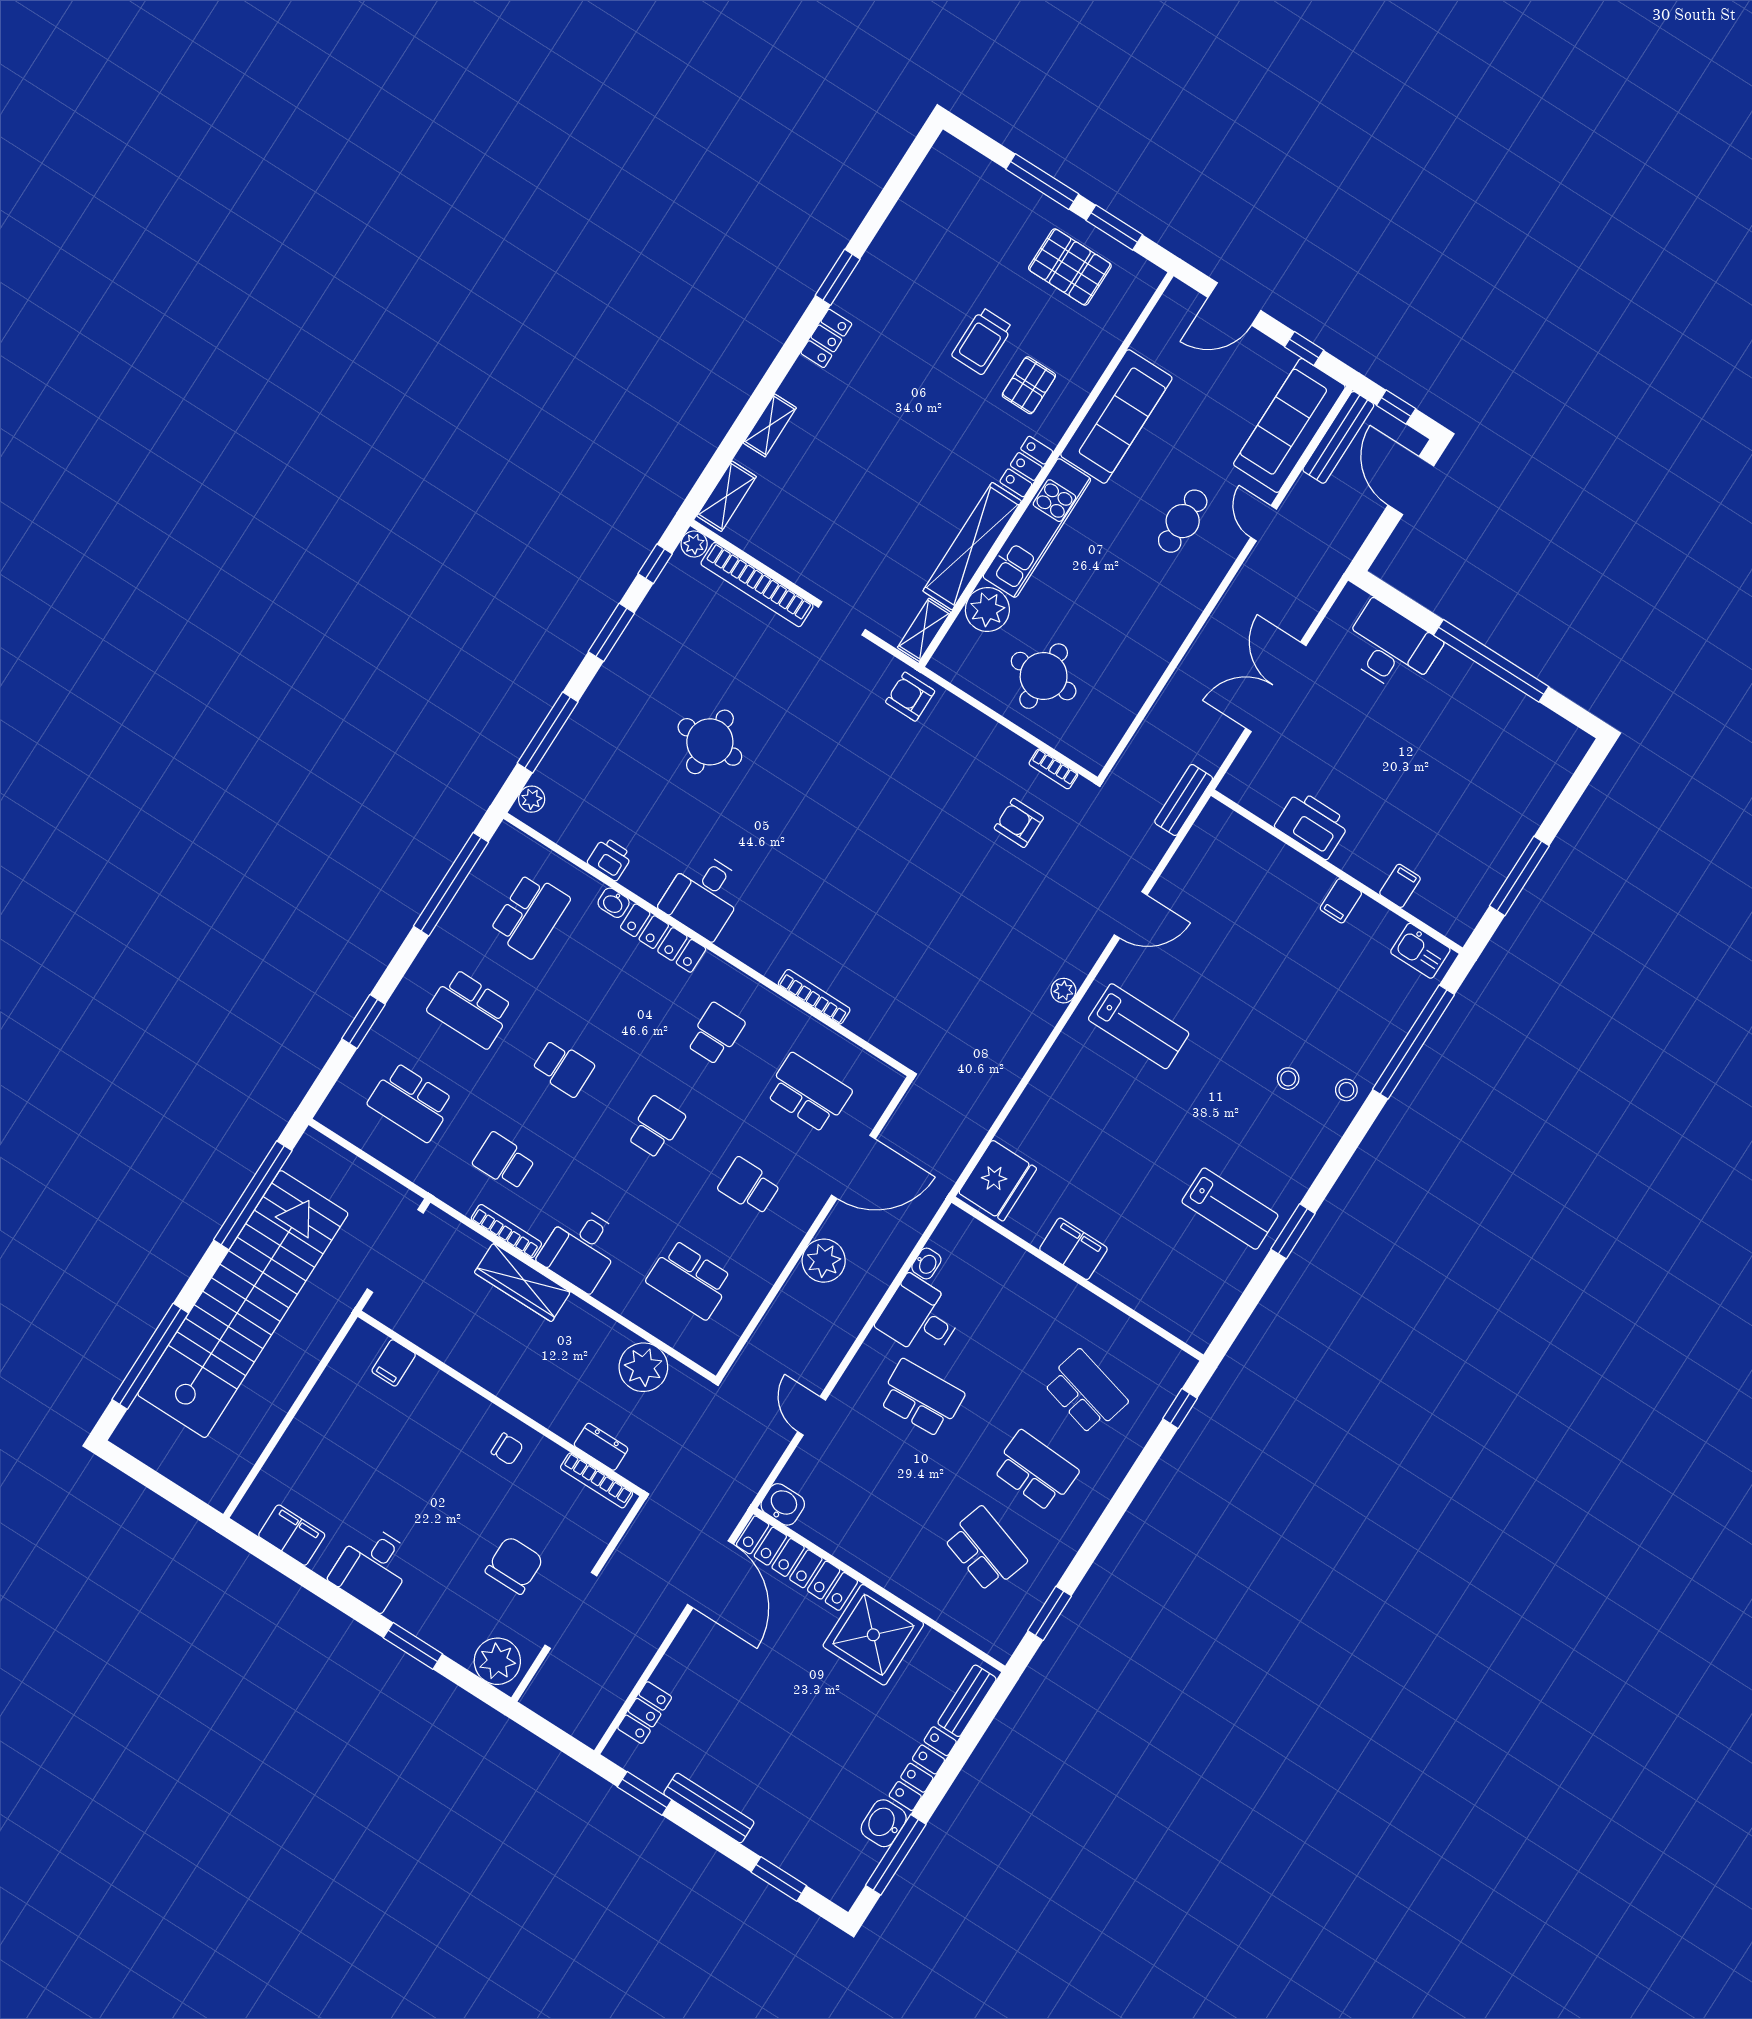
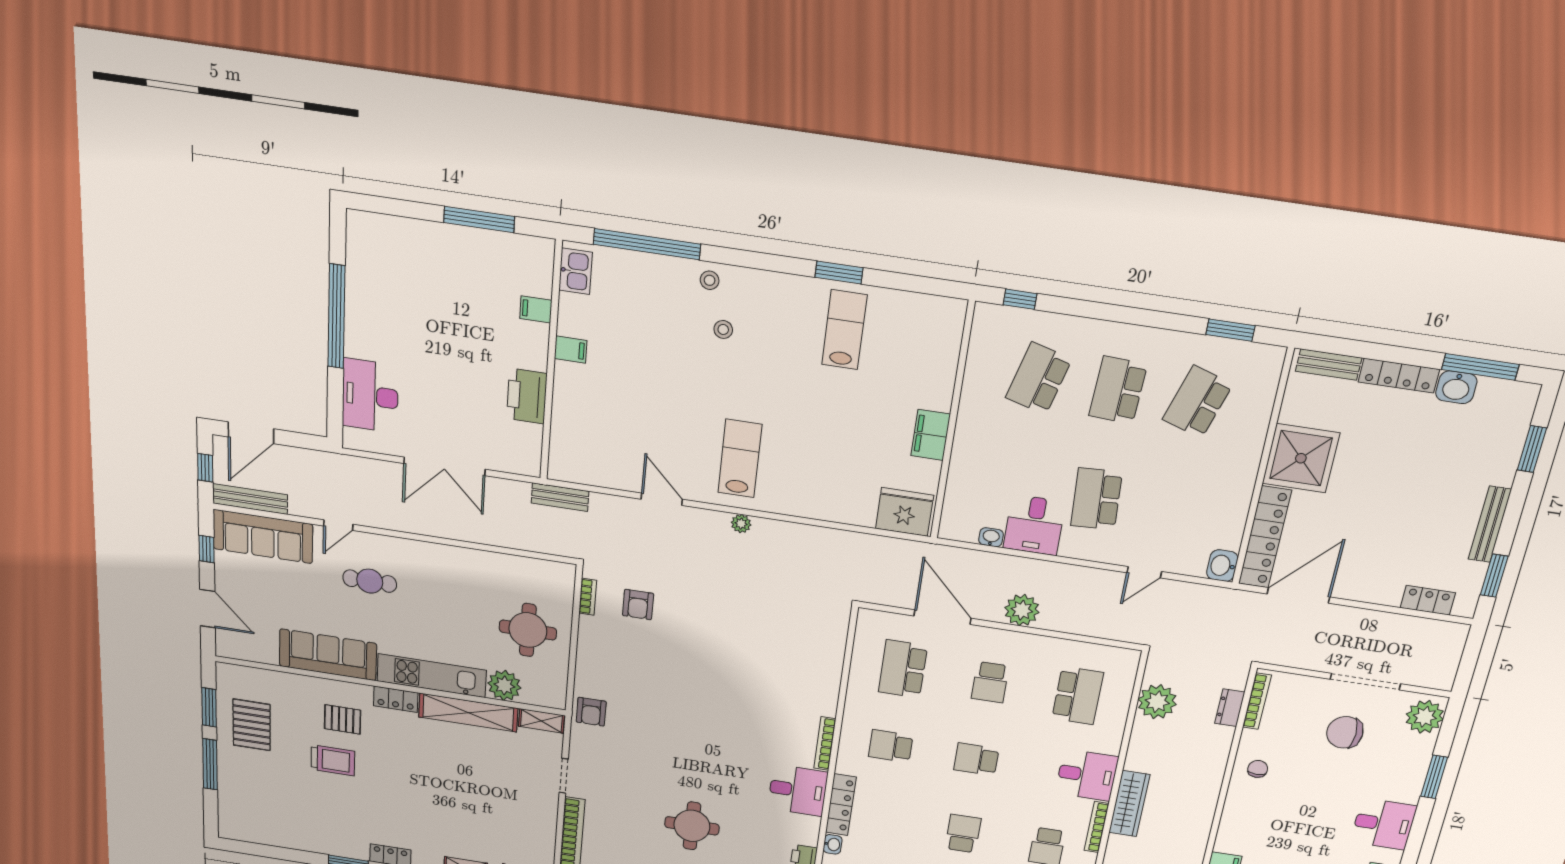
bookcase: (814, 997) -> (825, 743), moved

